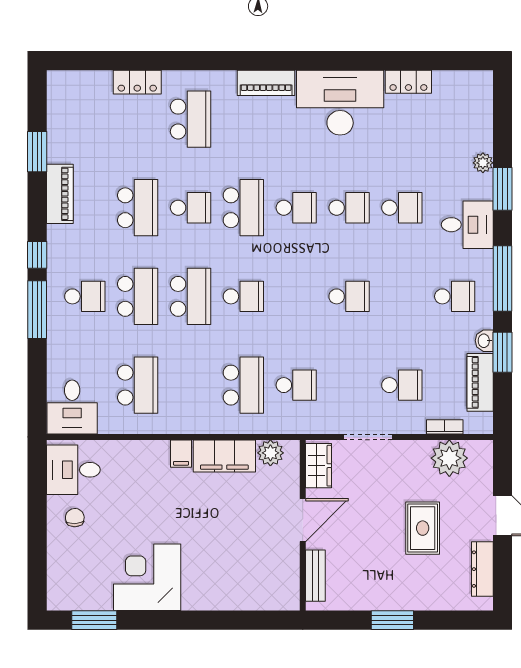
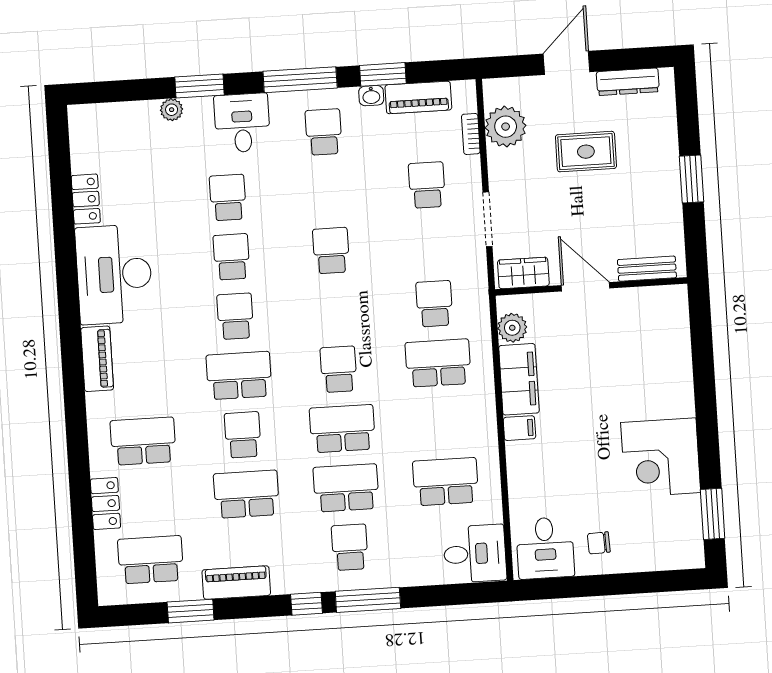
school desk: (85, 119) -> (151, 560), added

